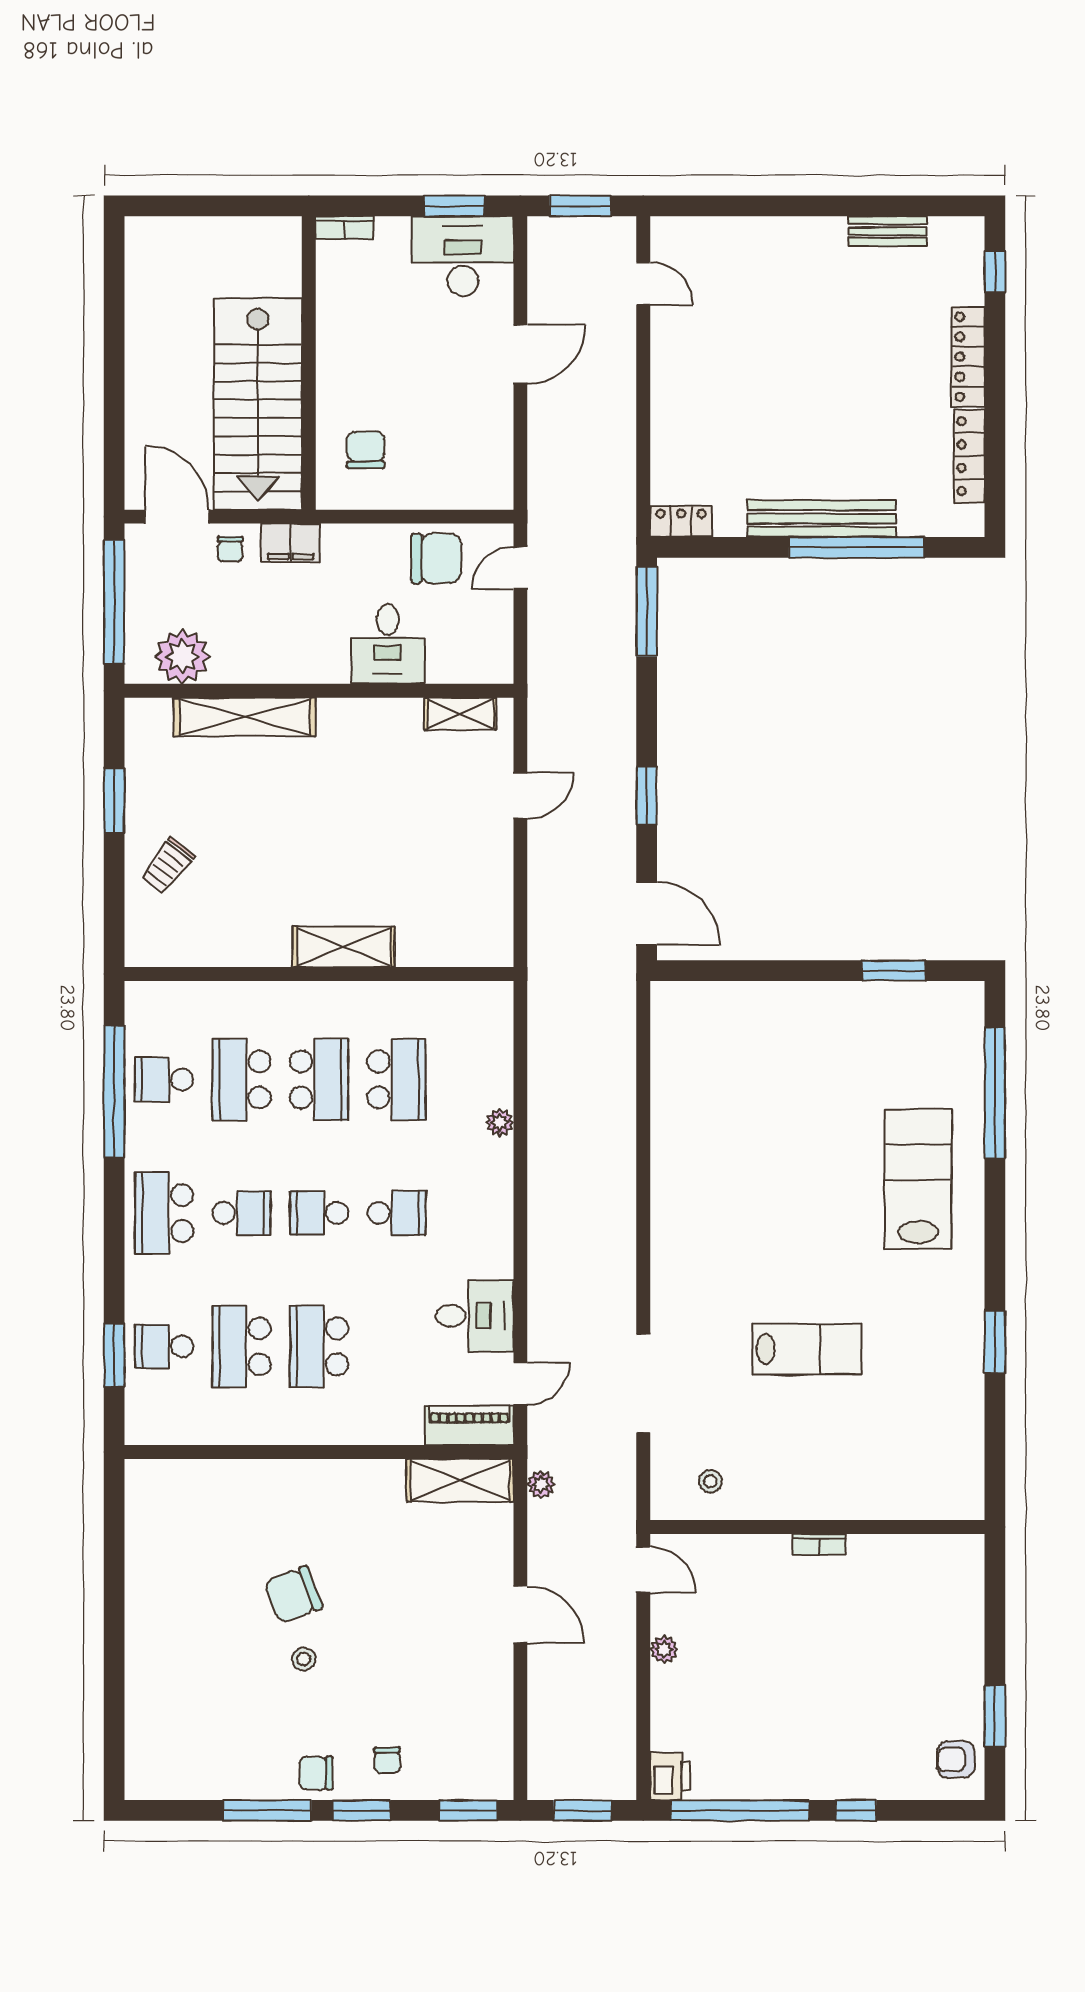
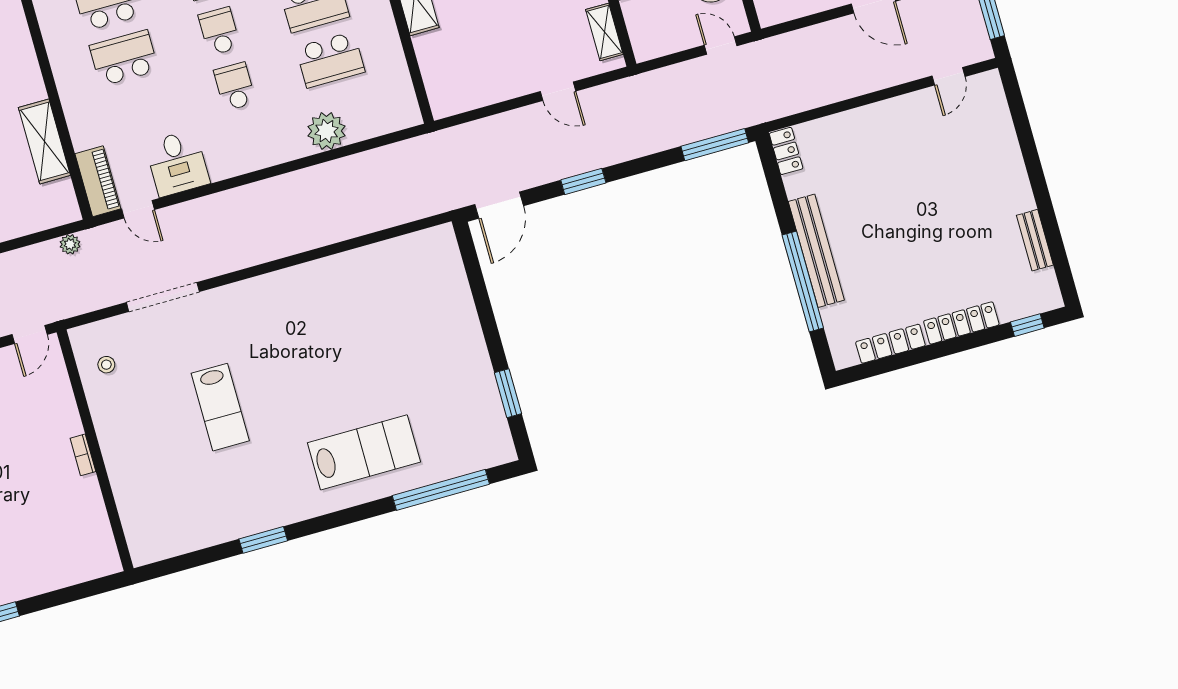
plant: (500, 1123) -> (327, 131), width x1.87, depth x1.87
school desk: (396, 1213) -> (235, 86), turned 180
shelving: (460, 1480) -> (44, 141), moved

